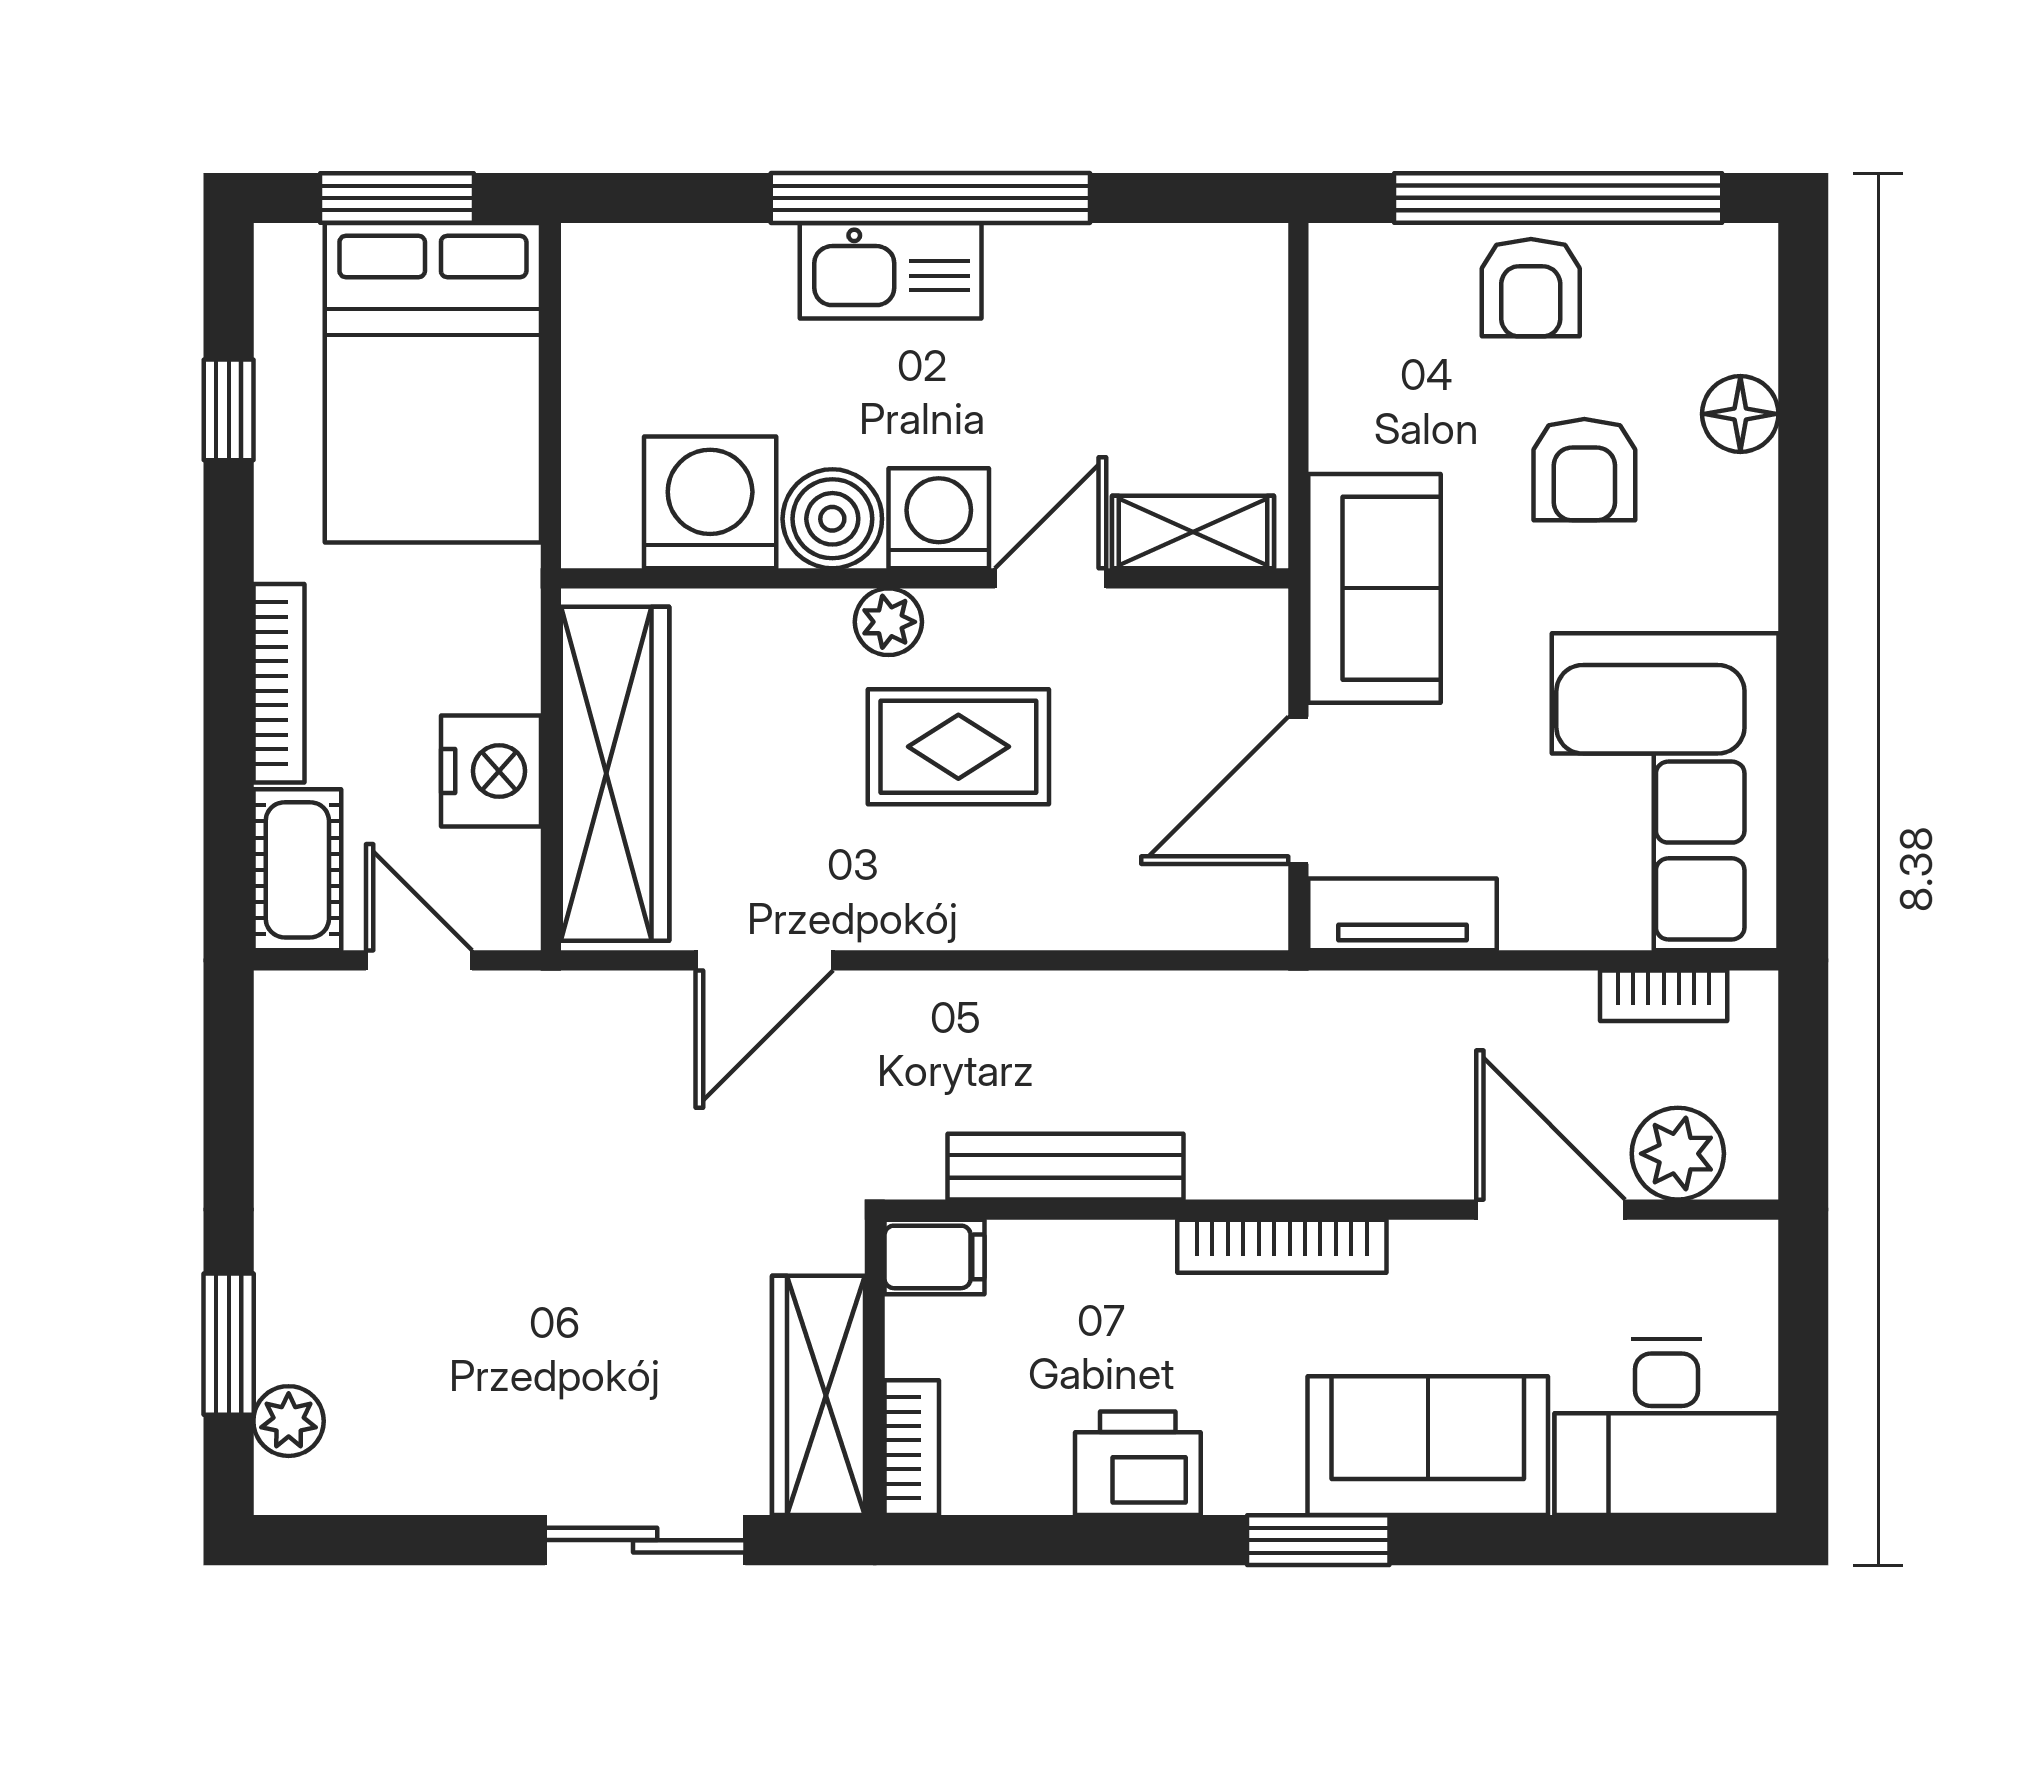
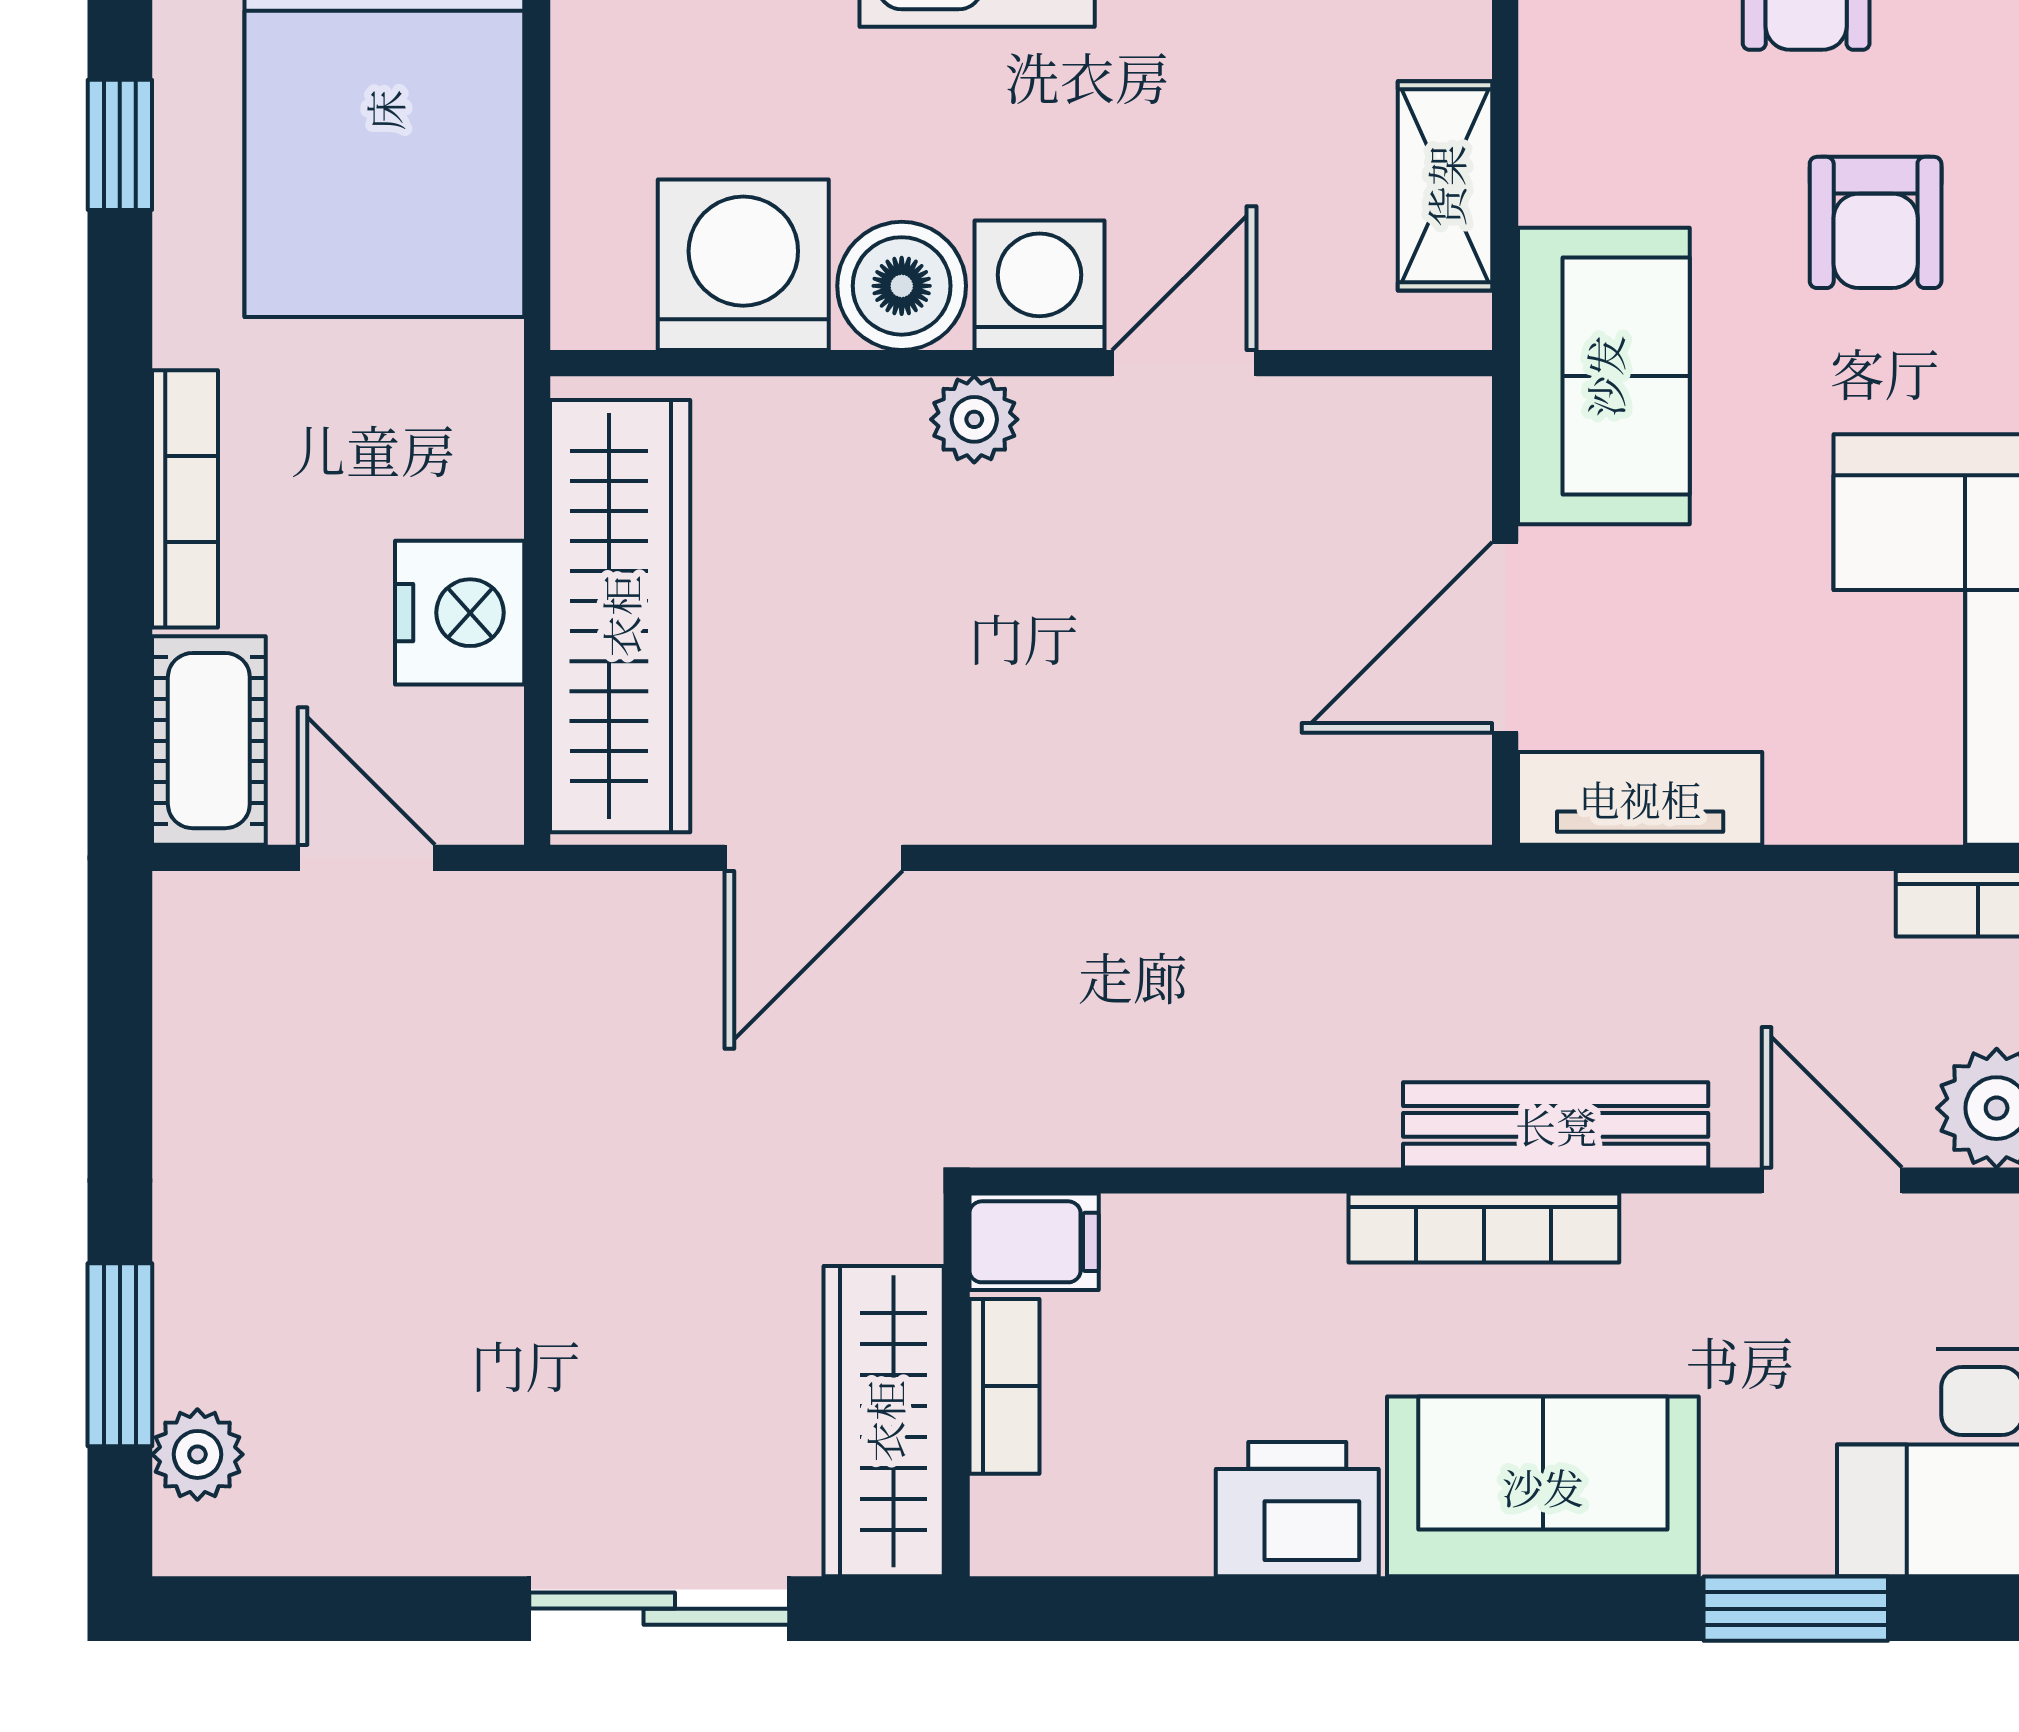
shelving: (1193, 532) -> (1445, 186), moved, turned 90
rug: (958, 747) -> (1065, 581), removed
bench: (1065, 1167) -> (1556, 1125), moved
door: (1551, 1210) -> (1832, 1181), width x0.73
sofa: (1428, 1446) -> (1543, 1486), moved
bookcase: (912, 1448) -> (1004, 1386), moved
window: (1318, 1540) -> (1796, 1609), moved

